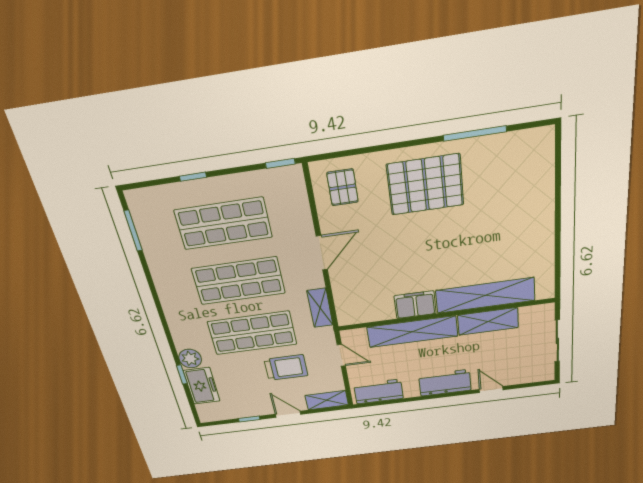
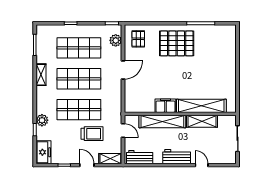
plant: (296, 198) -> (116, 40), added
shelving: (320, 308) -> (41, 75), moved
freezer: (202, 386) -> (44, 152), moved

